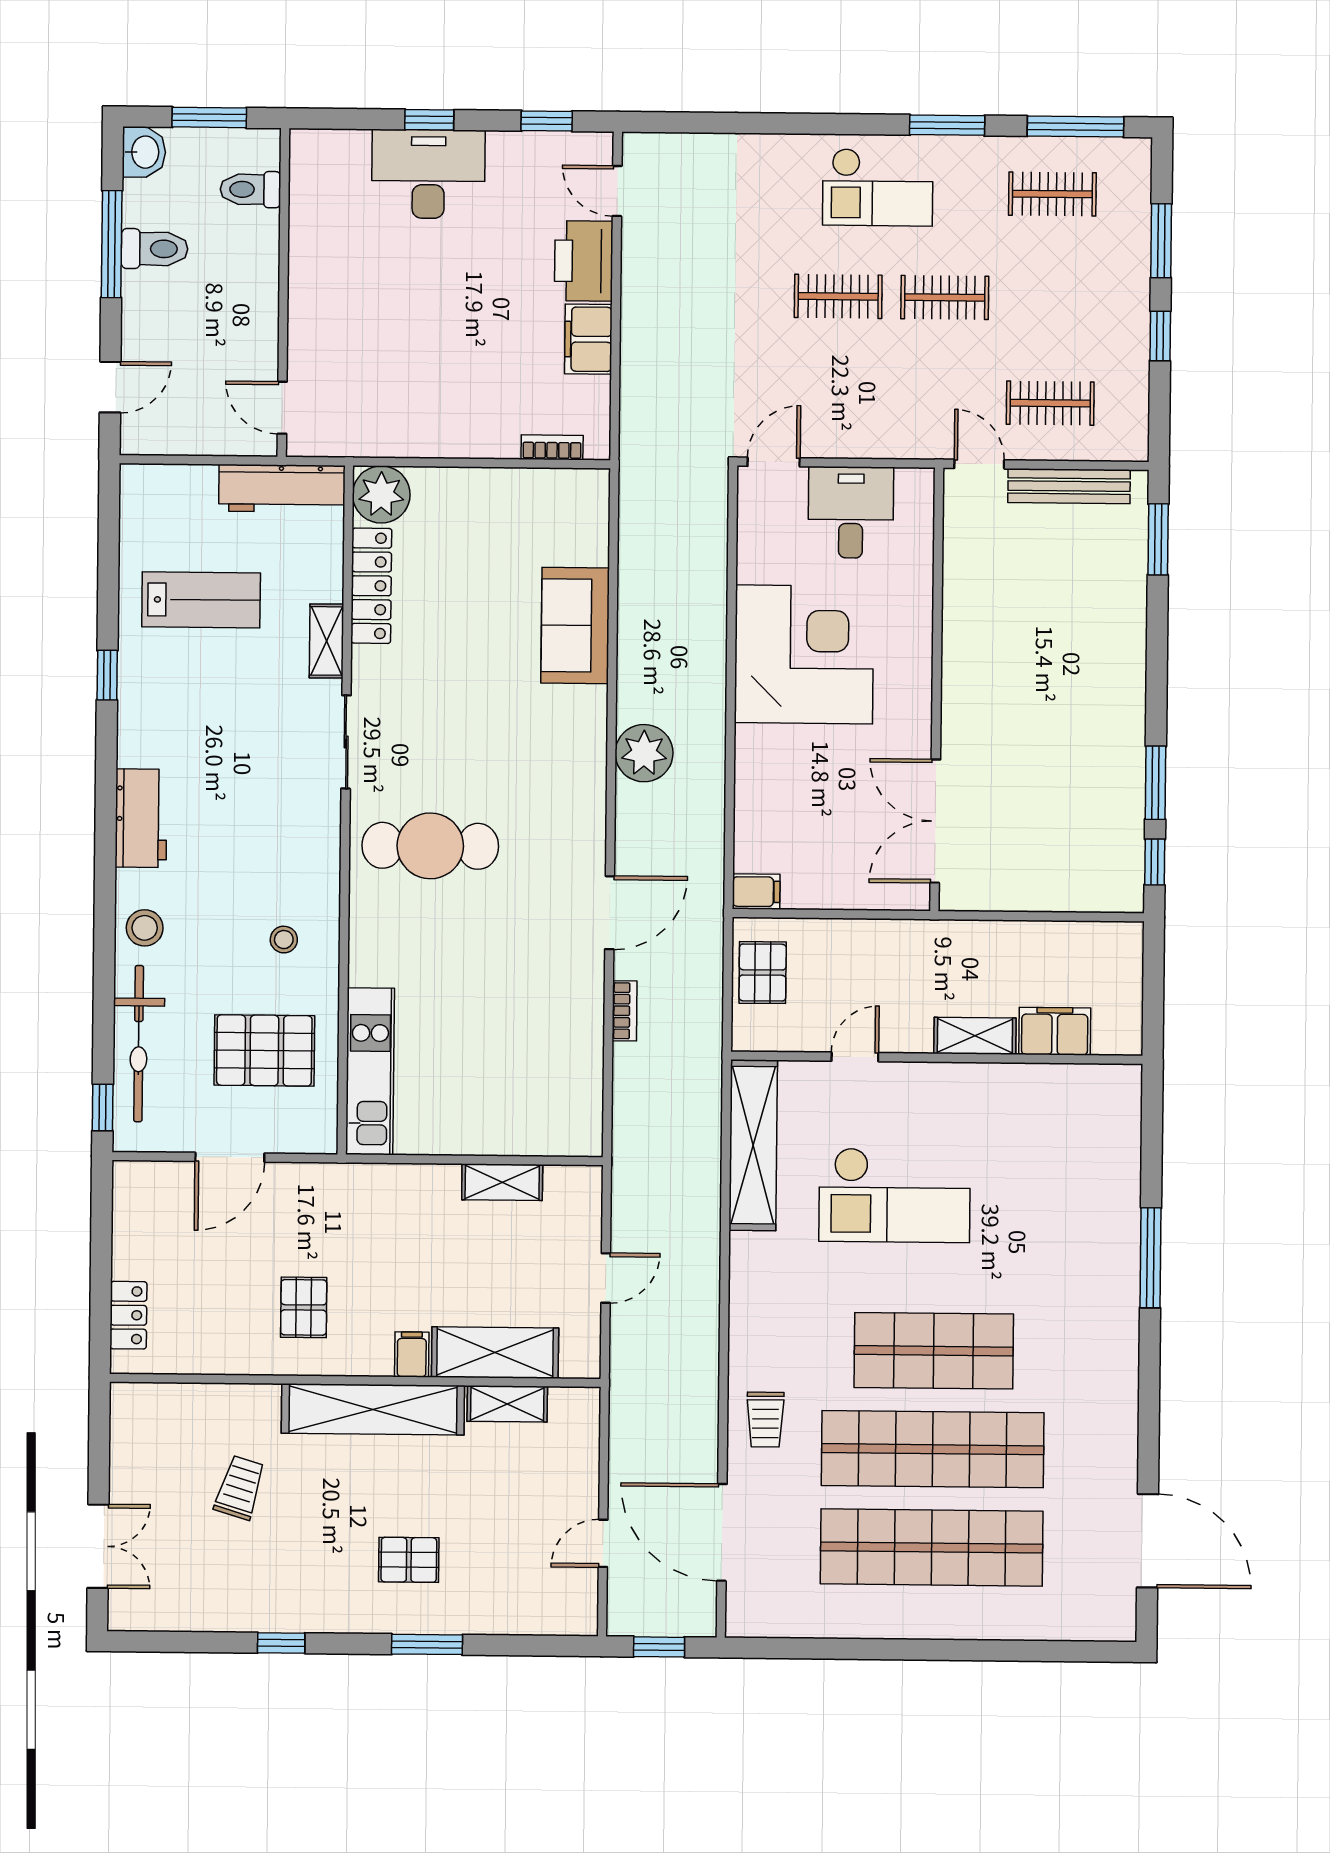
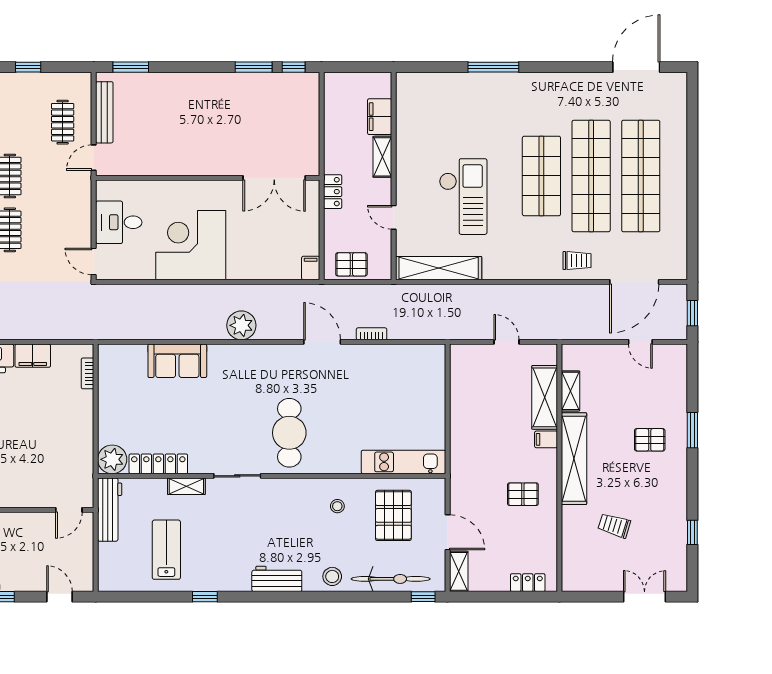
locker: (907, 937) -> (333, 192), added
shelving: (502, 1182) -> (459, 571), moved
pallet: (409, 1560) -> (650, 440), turned 90
window: (281, 1643) -> (692, 532), moved

